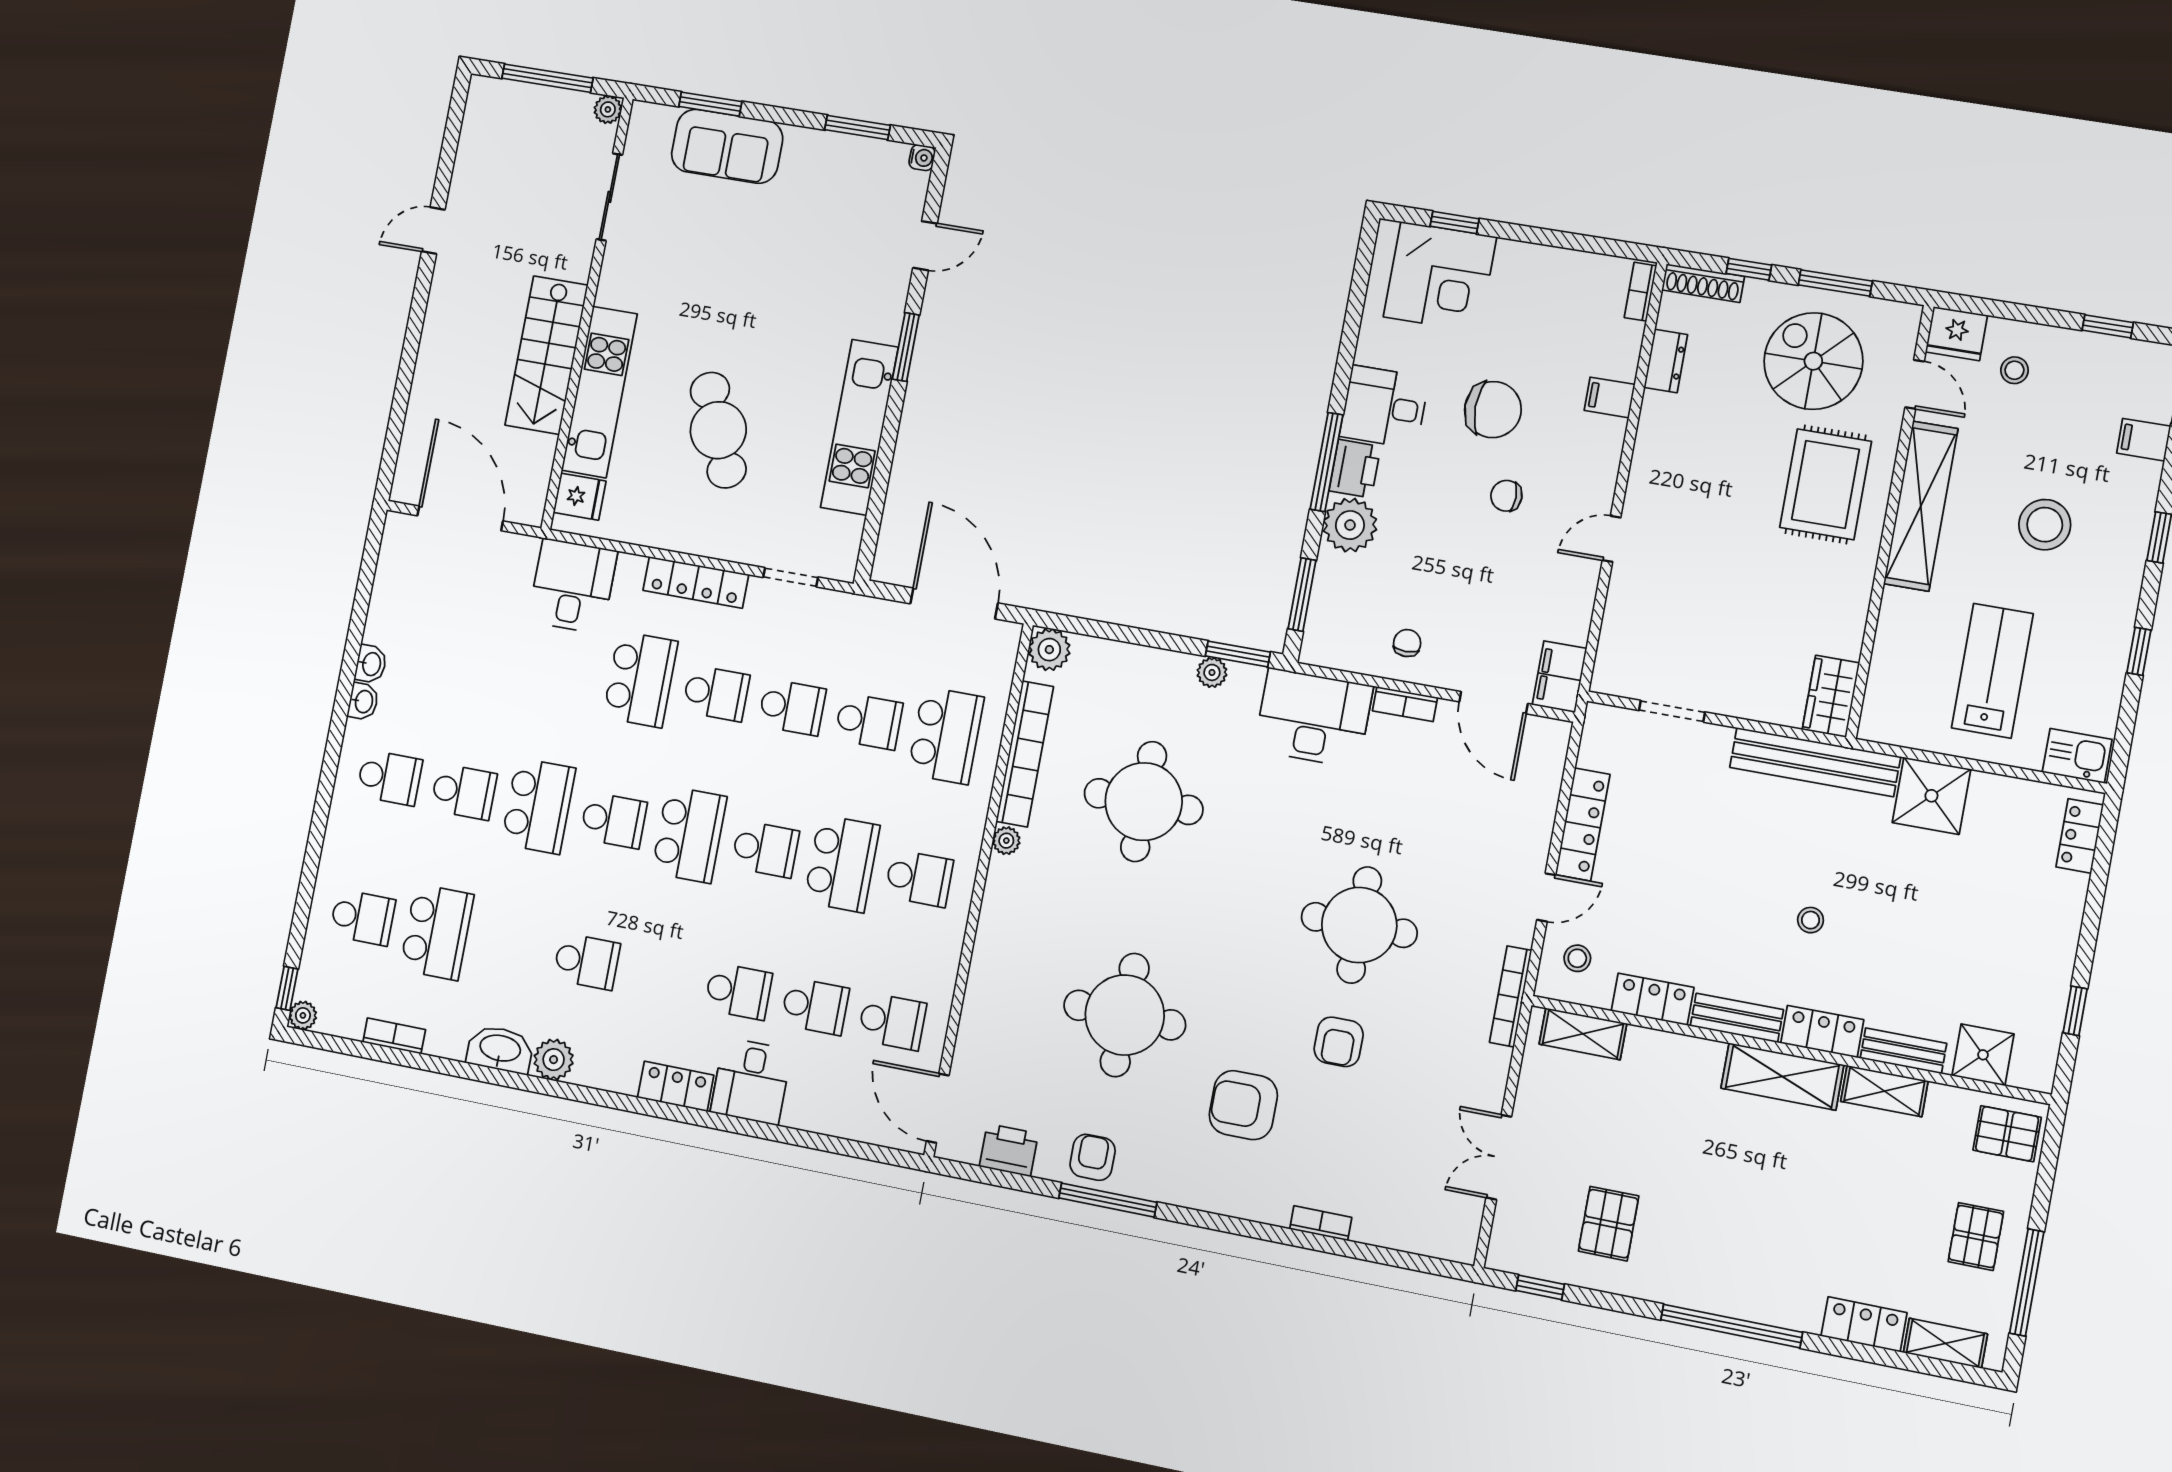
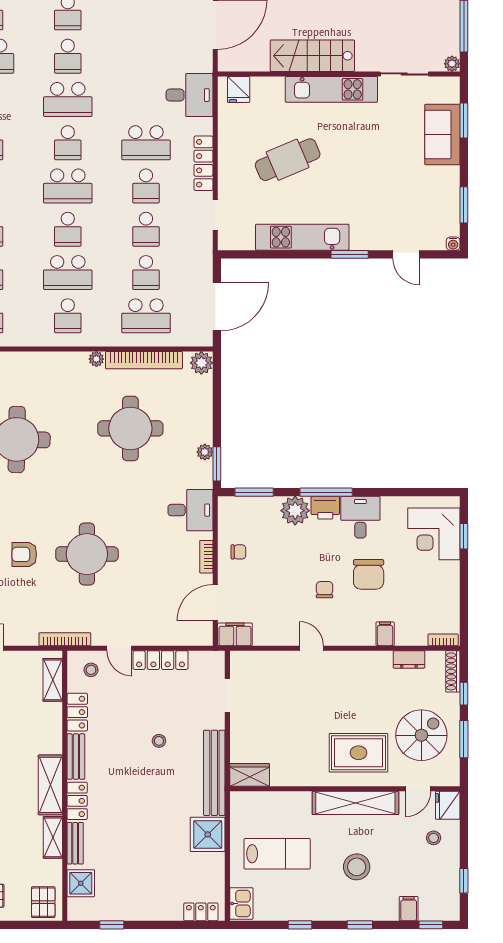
kitchen unit: (599, 392) -> (331, 89), moved
desk: (1313, 718) -> (190, 510), width x0.73
stool: (1811, 920) -> (159, 741), moved

